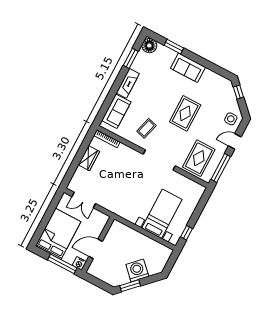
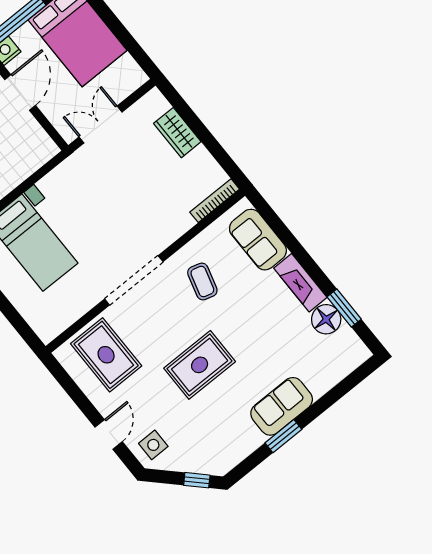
floor lamp: (149, 46) -> (326, 319), moved
window: (174, 47) -> (283, 436), moved
rug: (185, 113) -> (200, 365), turned 90
wardrobe: (89, 158) -> (177, 133), moved
window: (221, 168) -> (71, 387), removed
double door: (84, 200) -> (101, 125), moved

